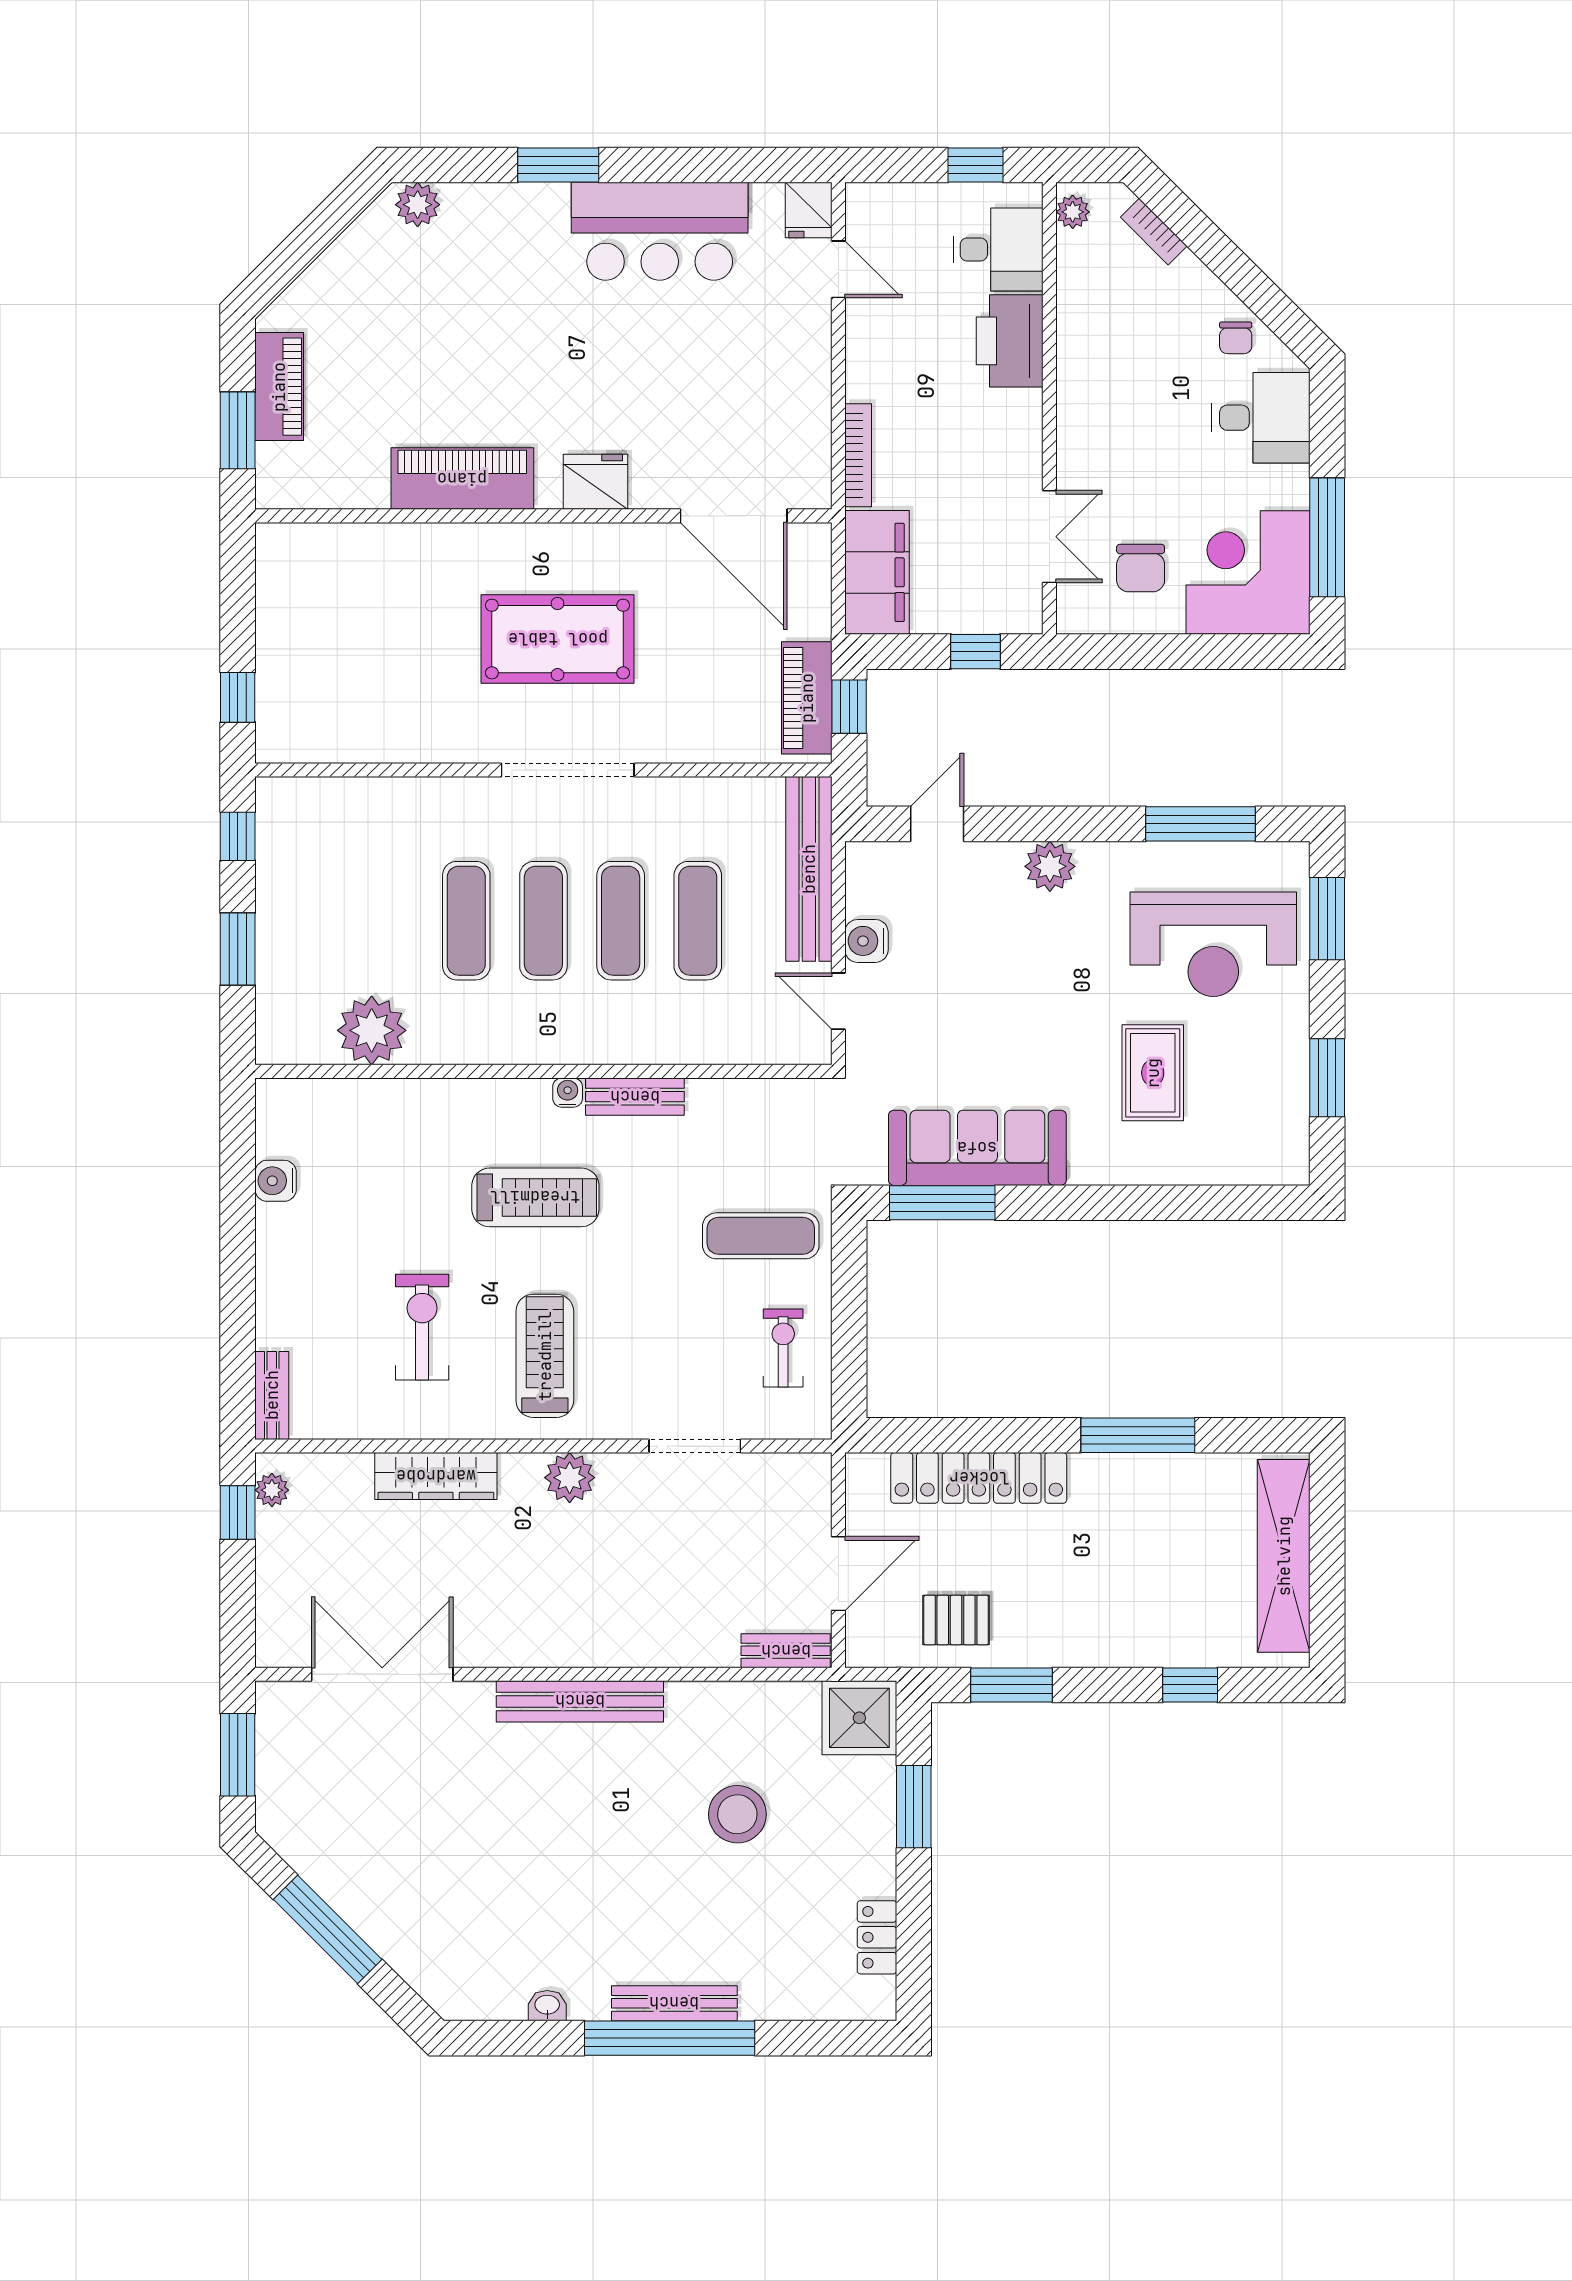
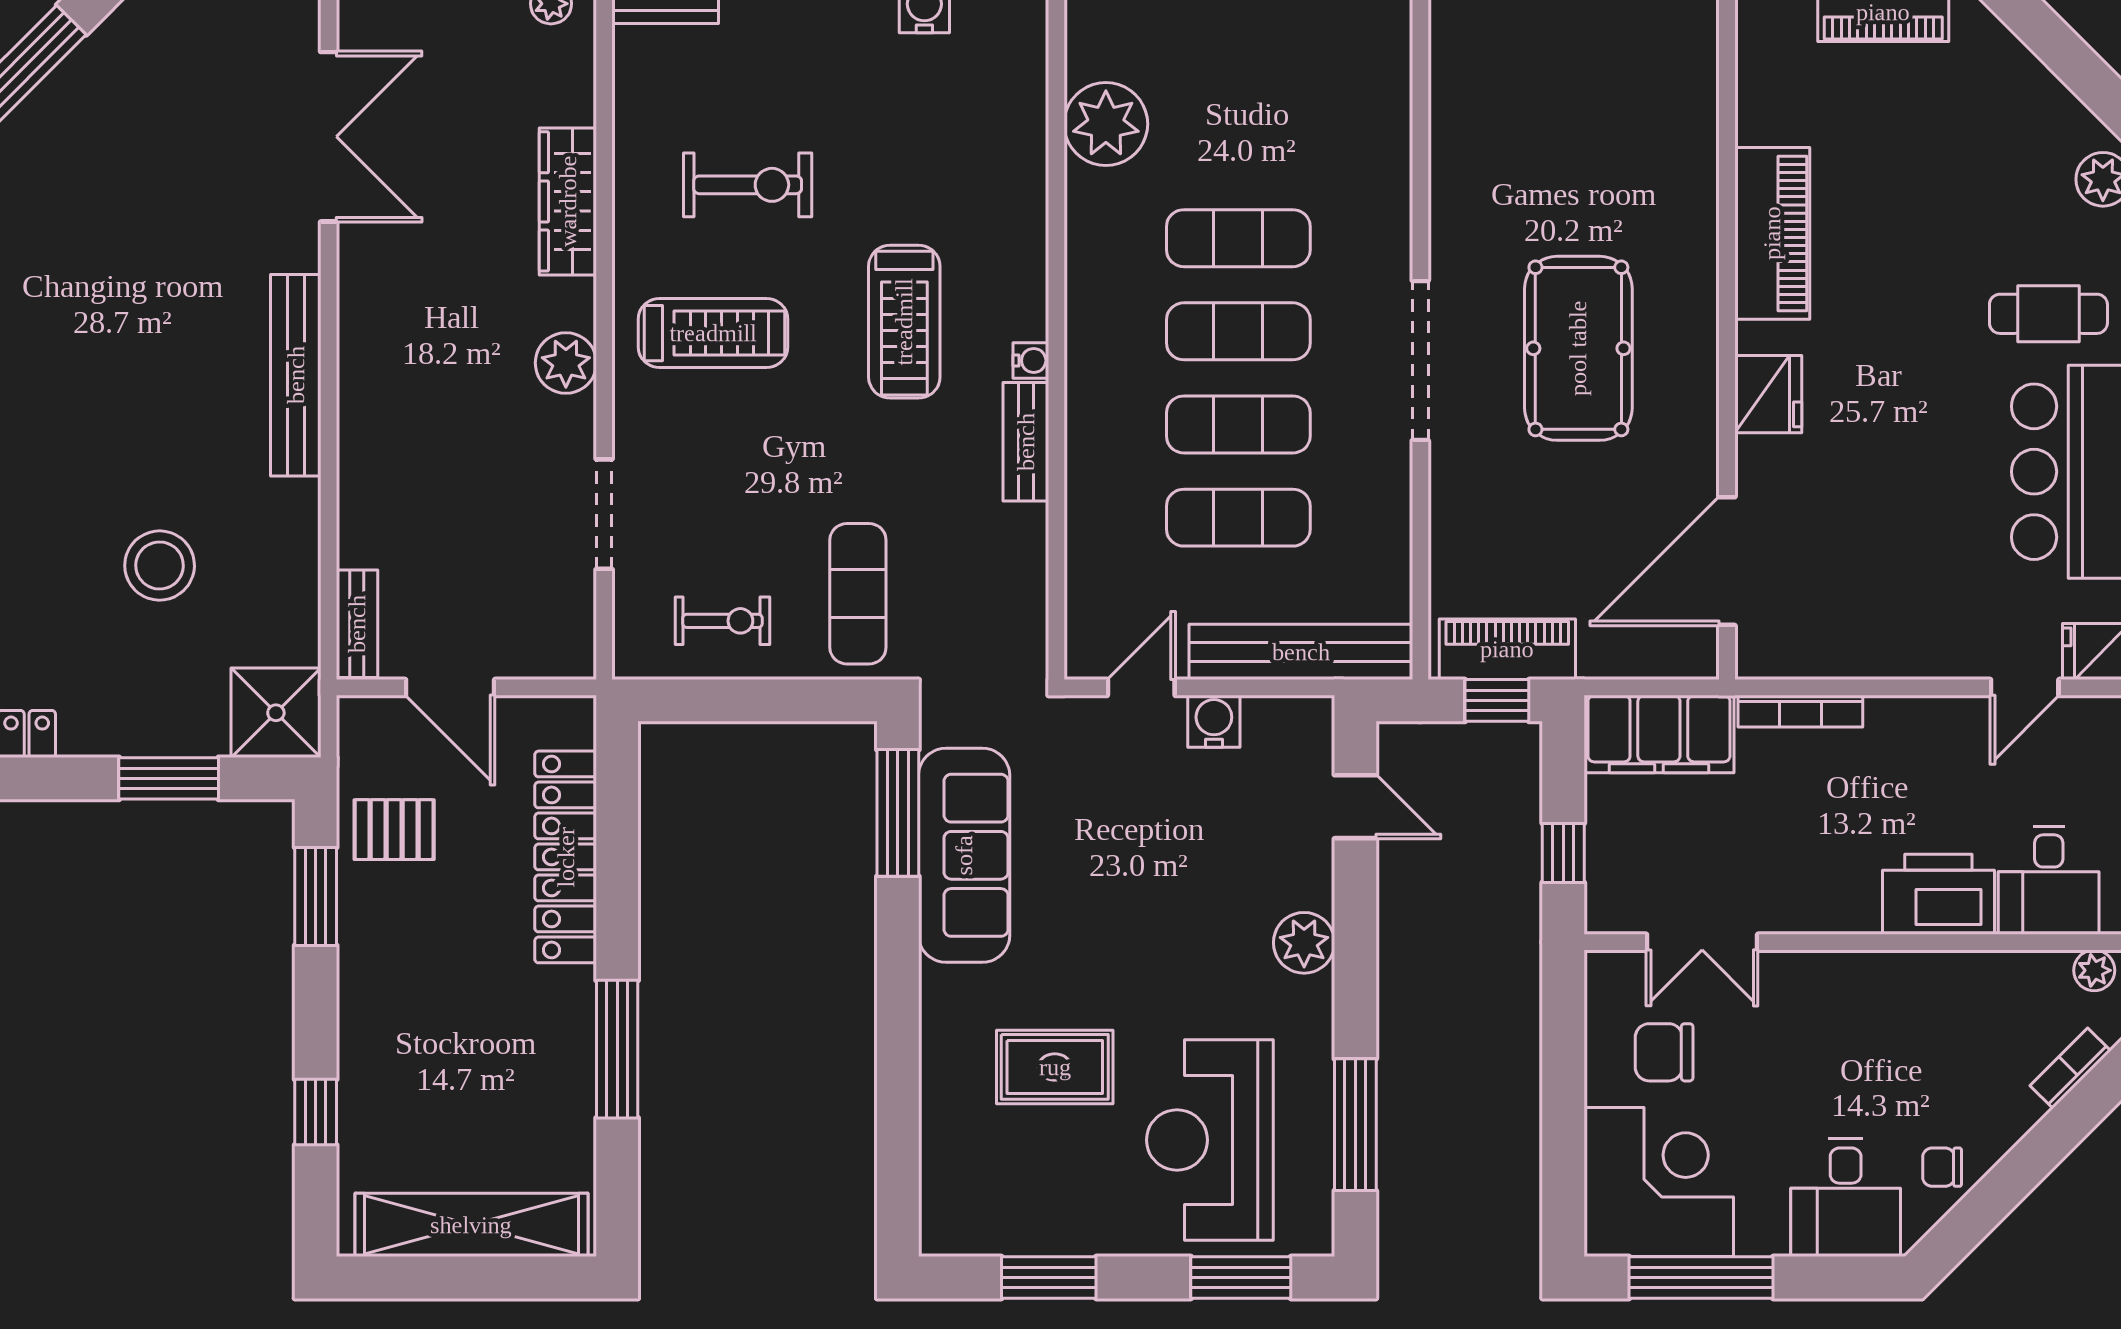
cafe table: (529, 250) -> (2048, 314), added
pallet: (956, 1620) -> (394, 830), turned 90

